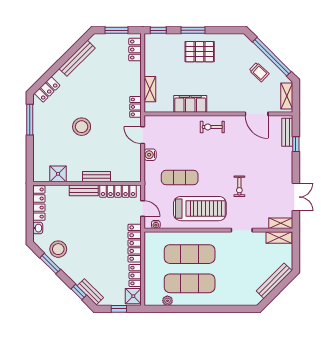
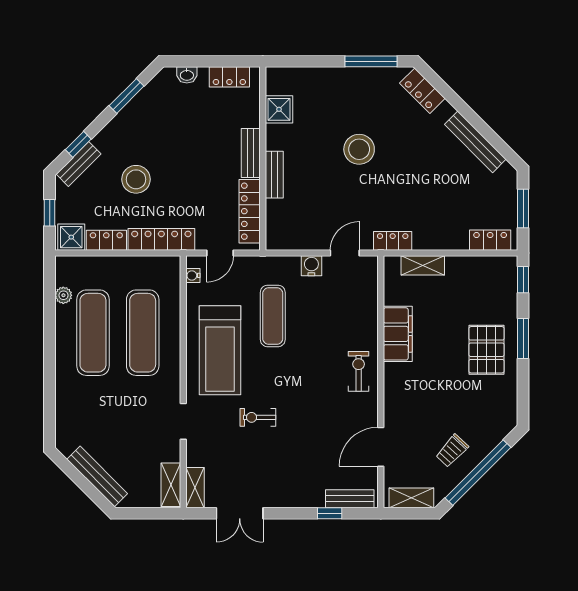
locker: (39, 203) -> (229, 77), width x0.66
stool: (58, 249) -> (136, 179), moved

